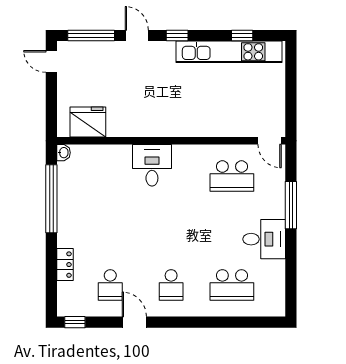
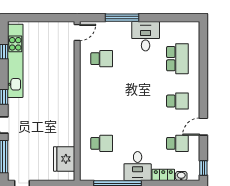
washbasin: (63, 153) -> (181, 176), moved
desk: (152, 165) -> (138, 166), moved, turned -90
school desk: (110, 176) -> (102, 143), added
school desk: (232, 176) -> (102, 59), width x0.54

